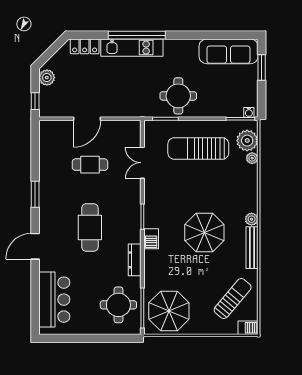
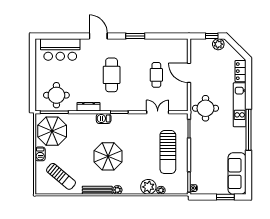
window: (137, 35) -> (248, 130), moved
round table: (178, 96) -> (205, 108), moved
window: (35, 101) -> (212, 36), moved
plant: (247, 141) -> (148, 187), moved
sun lounger: (198, 148) -> (168, 152), turned 180
cafe table: (90, 227) -> (112, 75), turned 90
barbecue: (248, 328) -> (40, 154), moved

